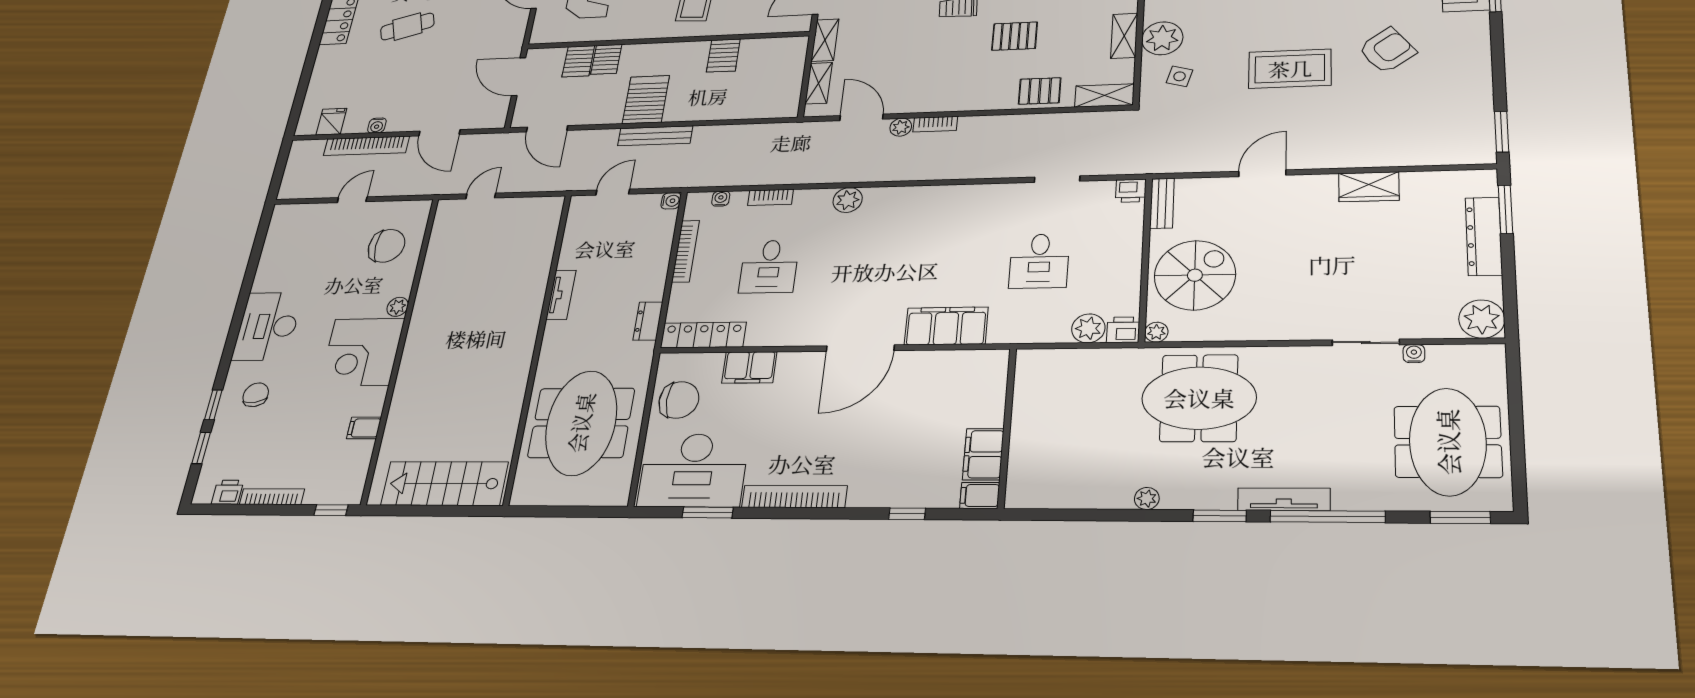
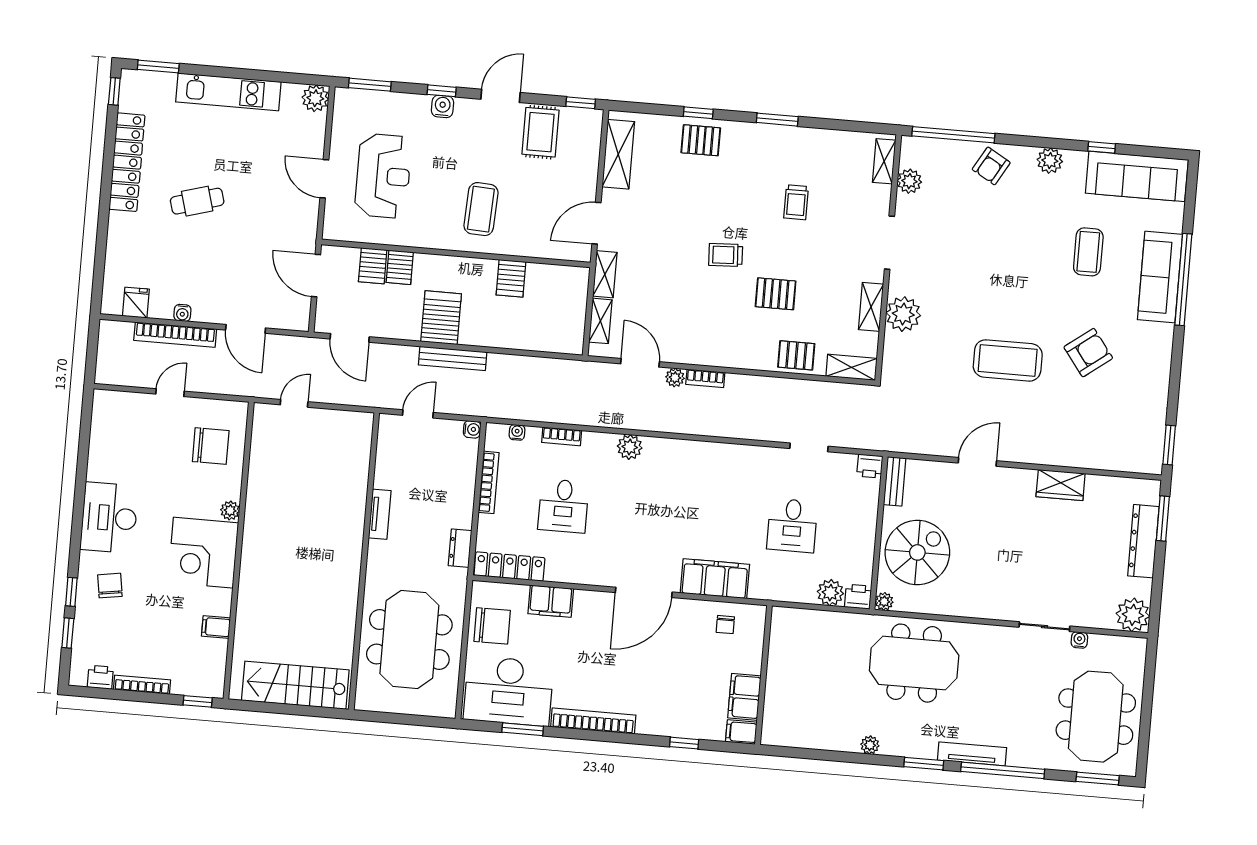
side table: (1179, 76) -> (916, 356), removed
chair: (959, 375) -> (725, 625), added

